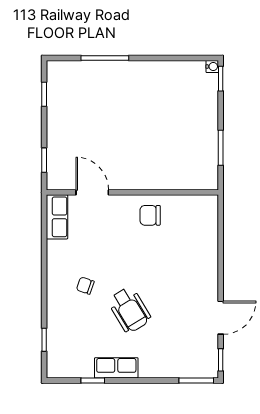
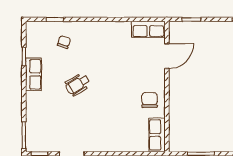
row of seats: (196, 205) -> (157, 135), added
chair: (85, 286) -> (64, 42), moved
wheelchair: (129, 310) -> (78, 84), width x0.73, depth x0.73

